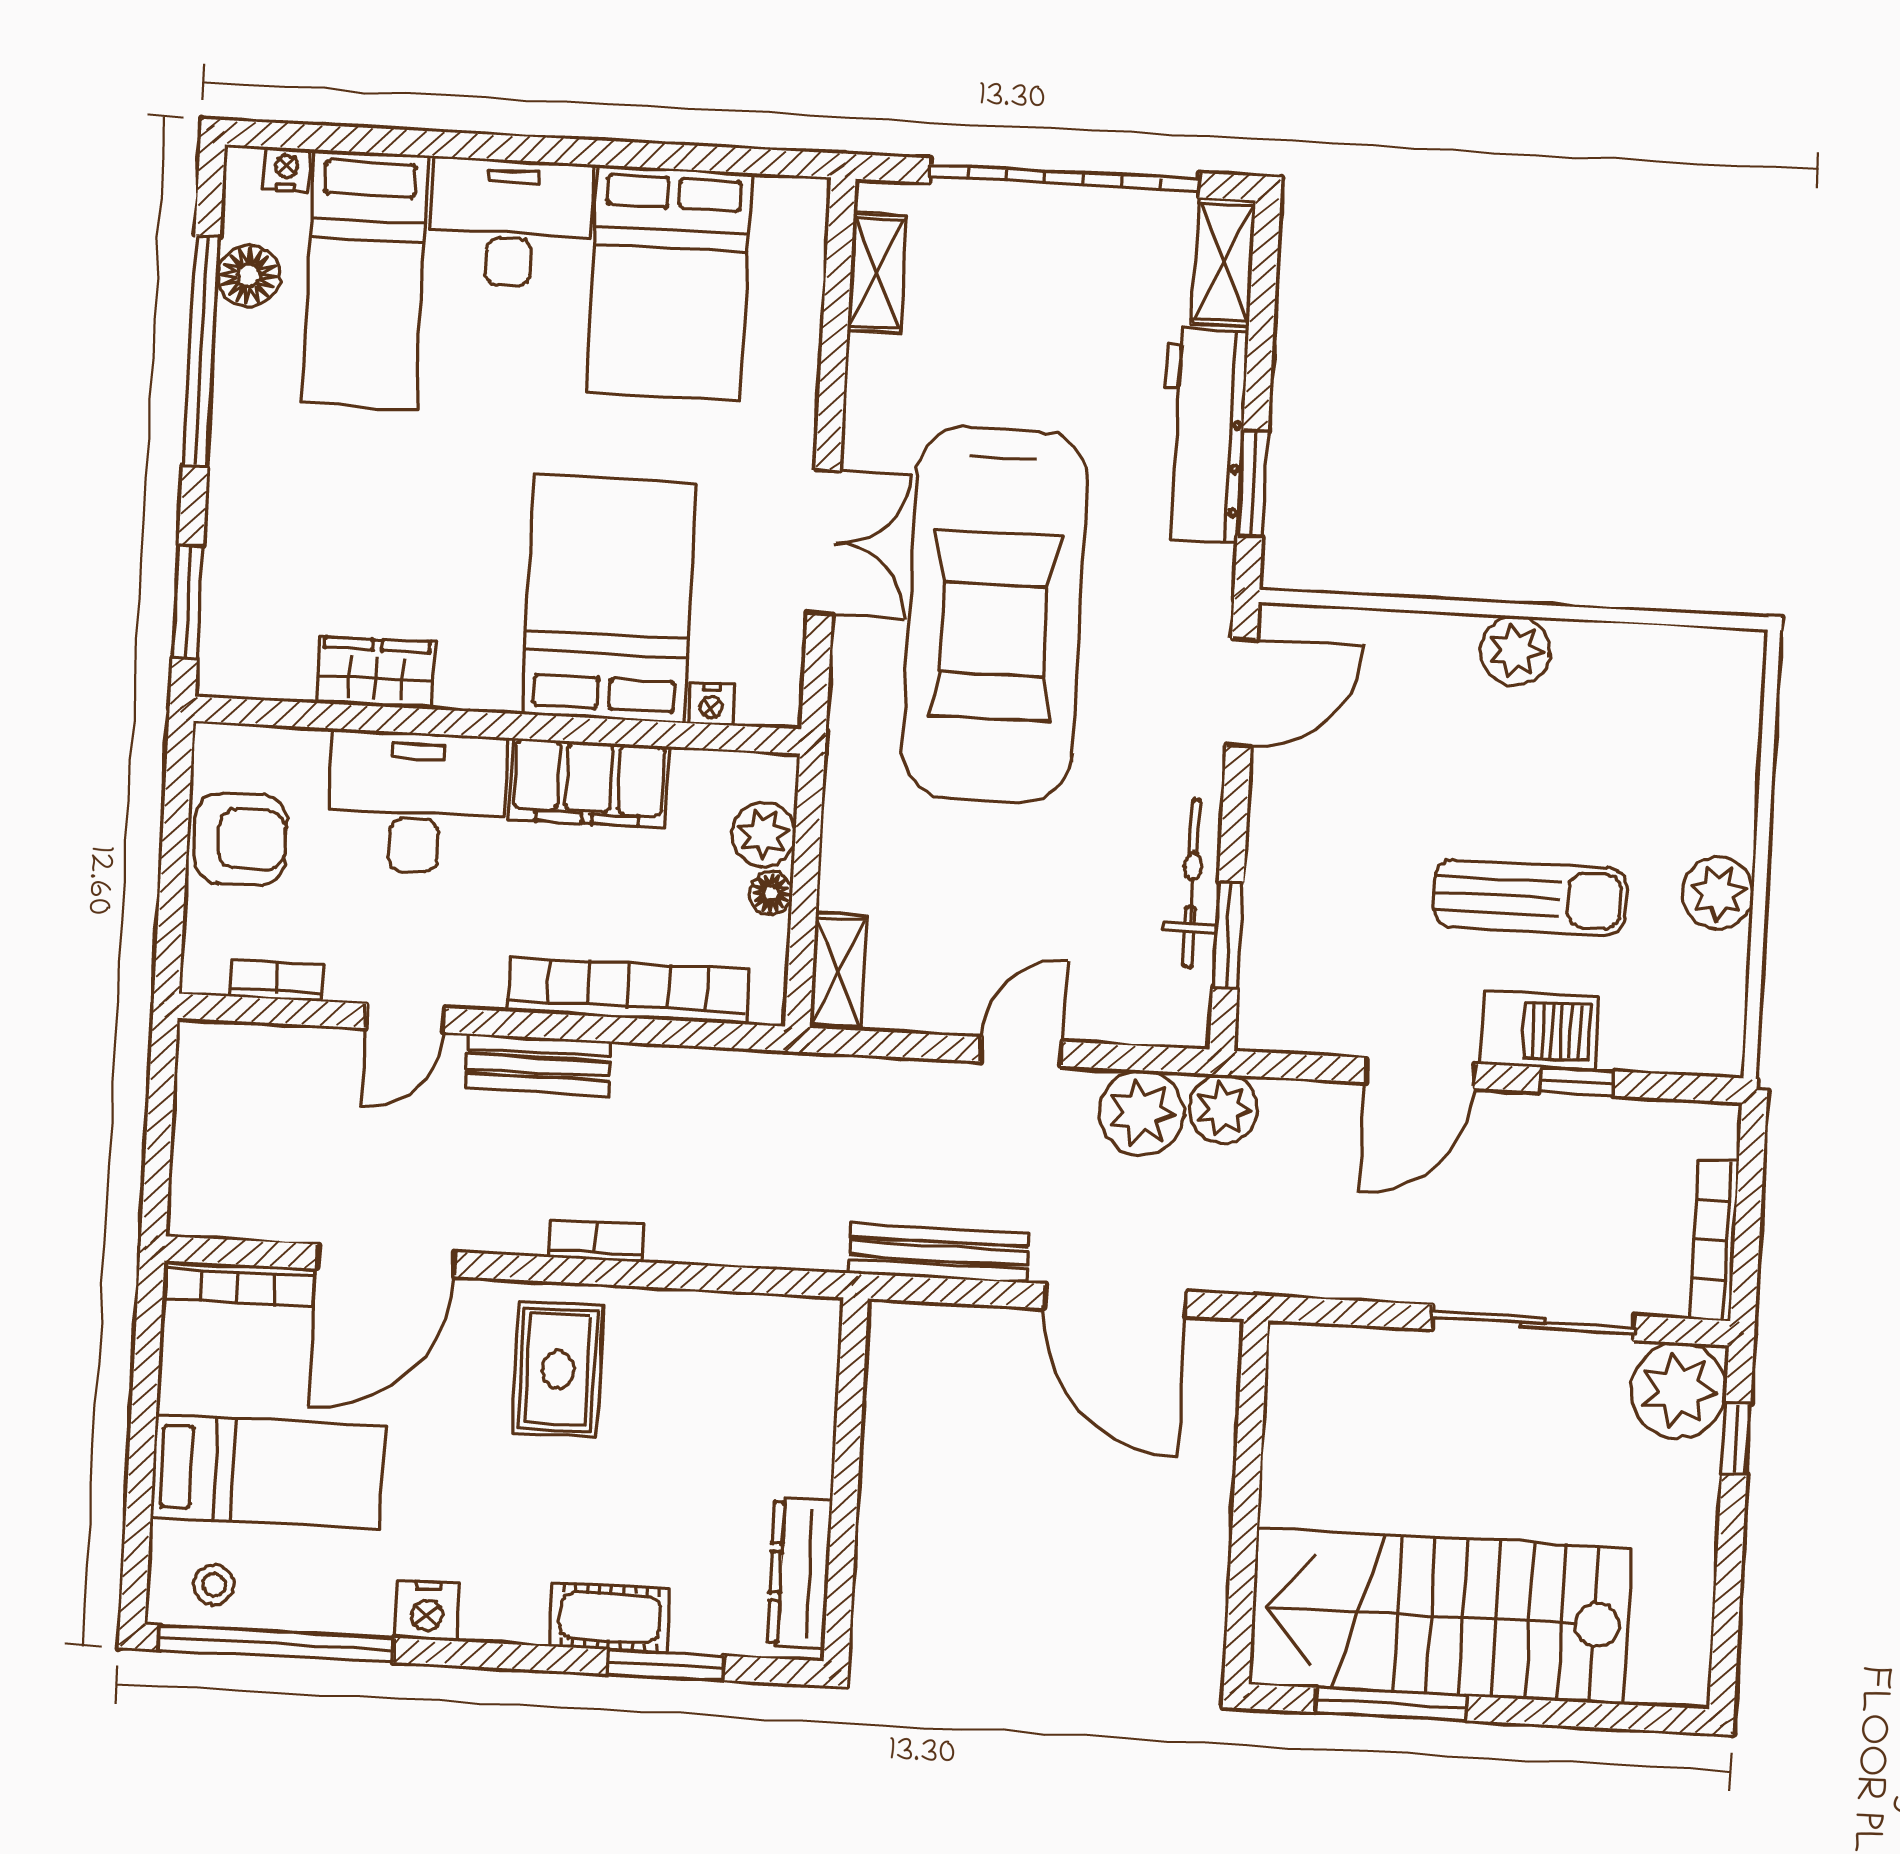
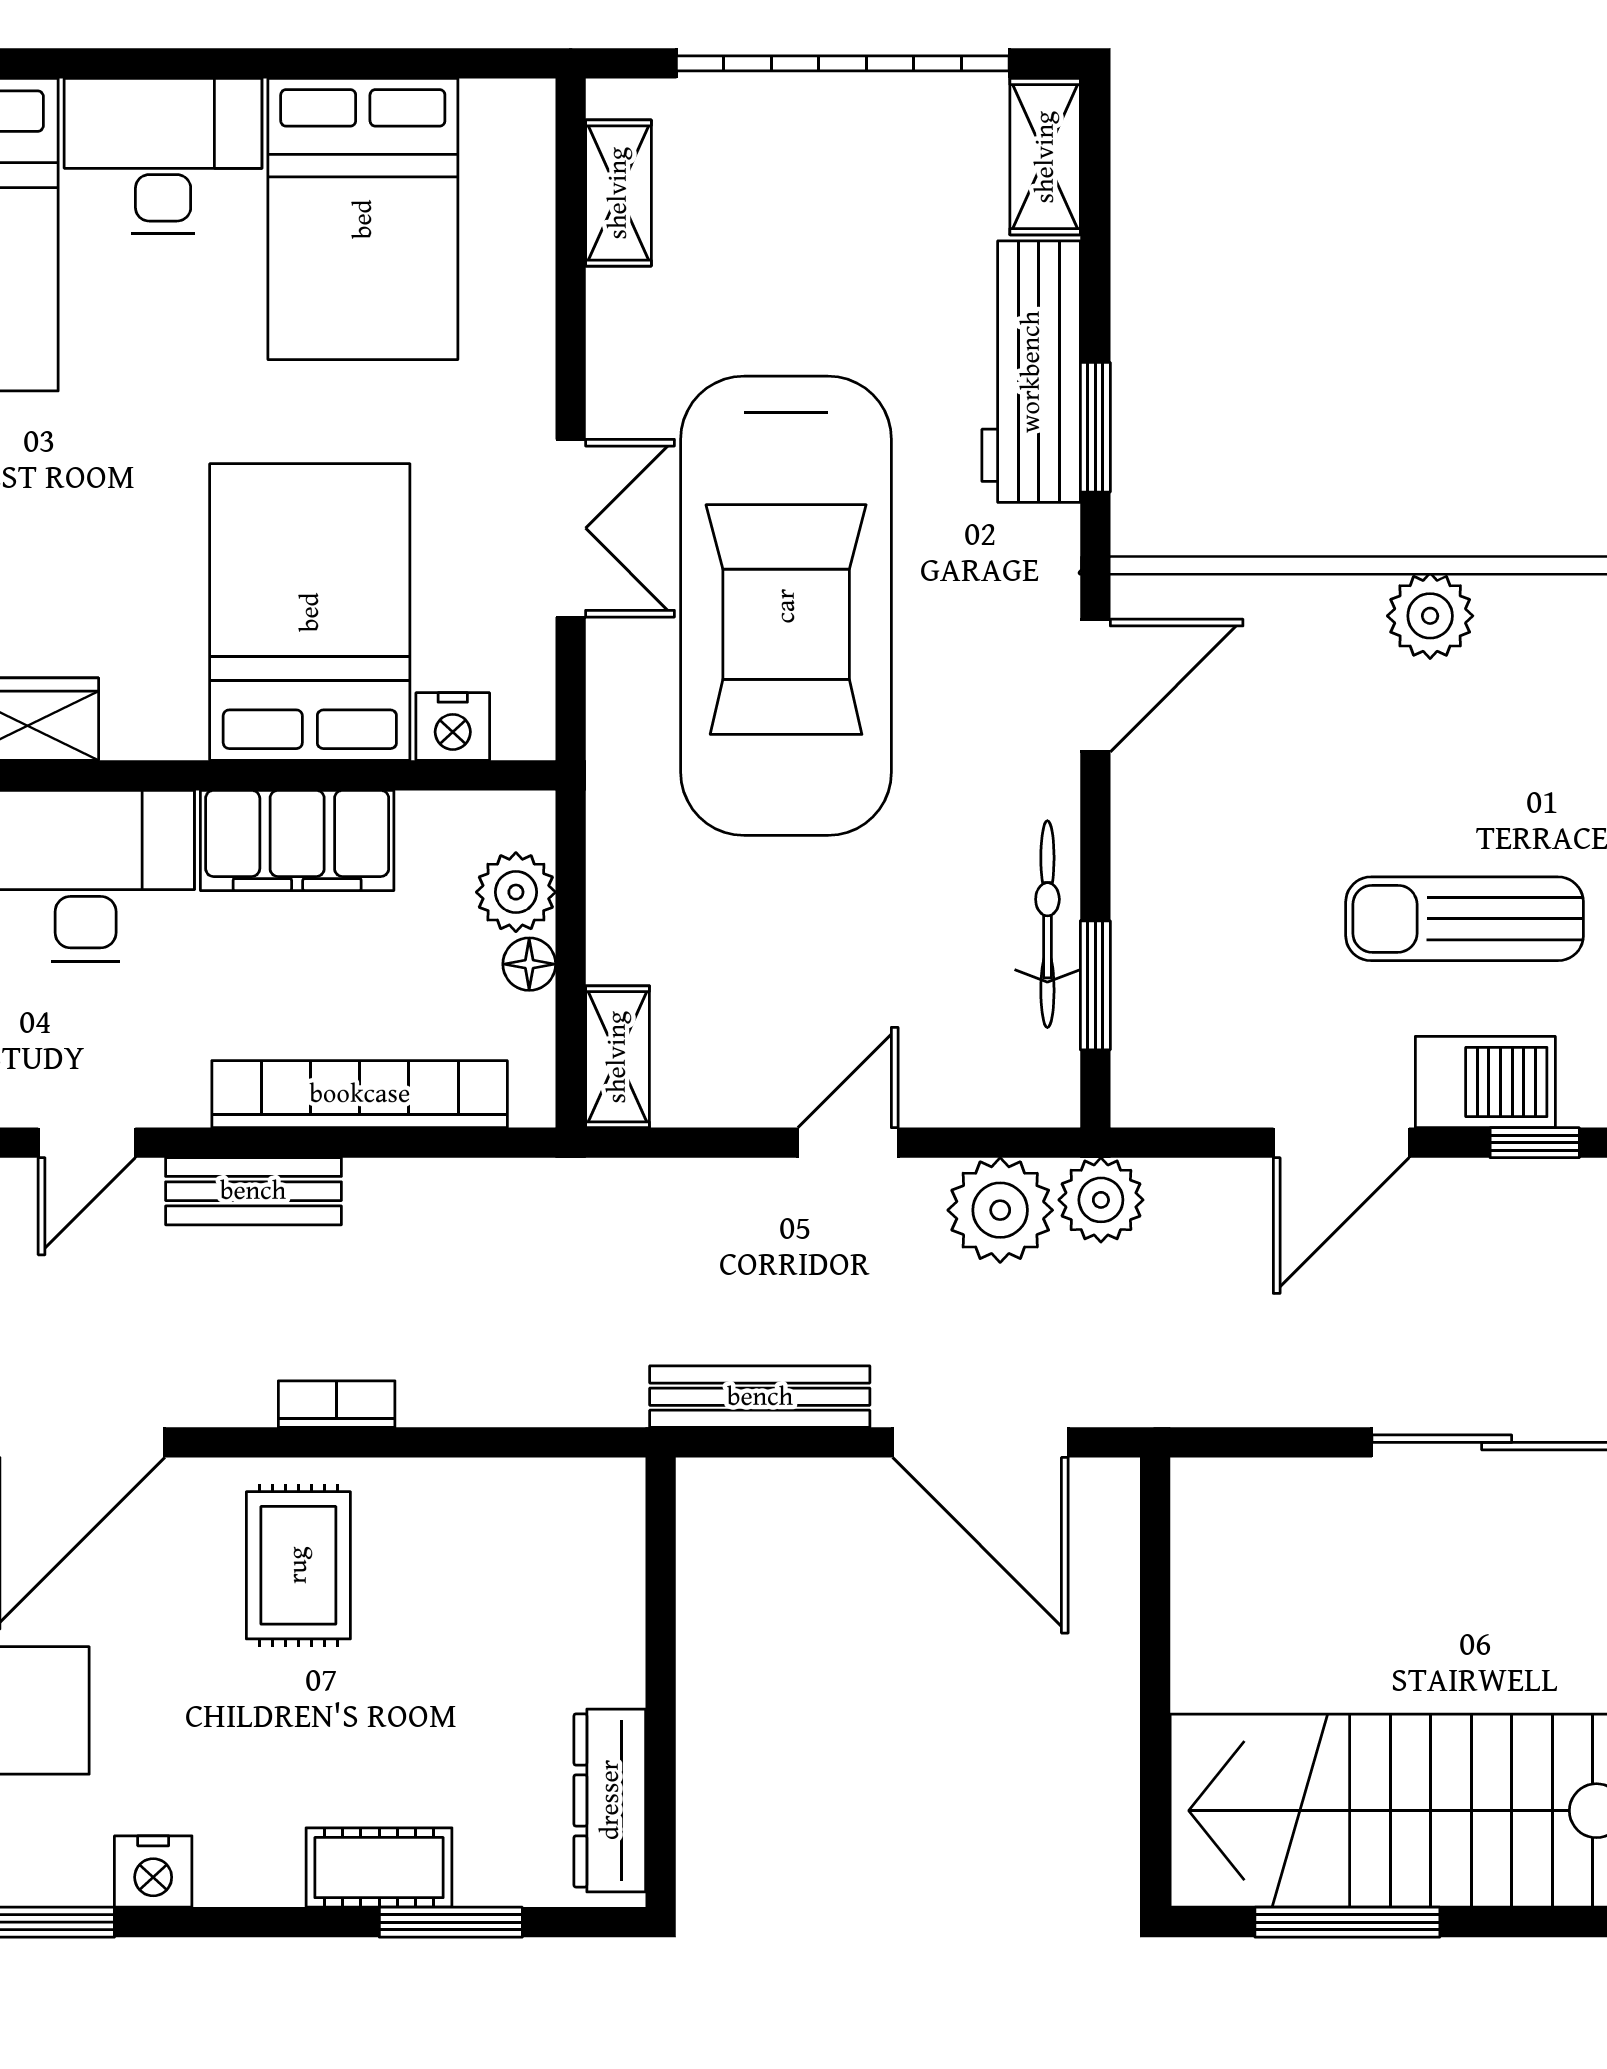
nightstand: (711, 704) -> (453, 727), width x1.39, depth x1.35
sun lounger: (1530, 897) -> (1465, 919), turned 180

